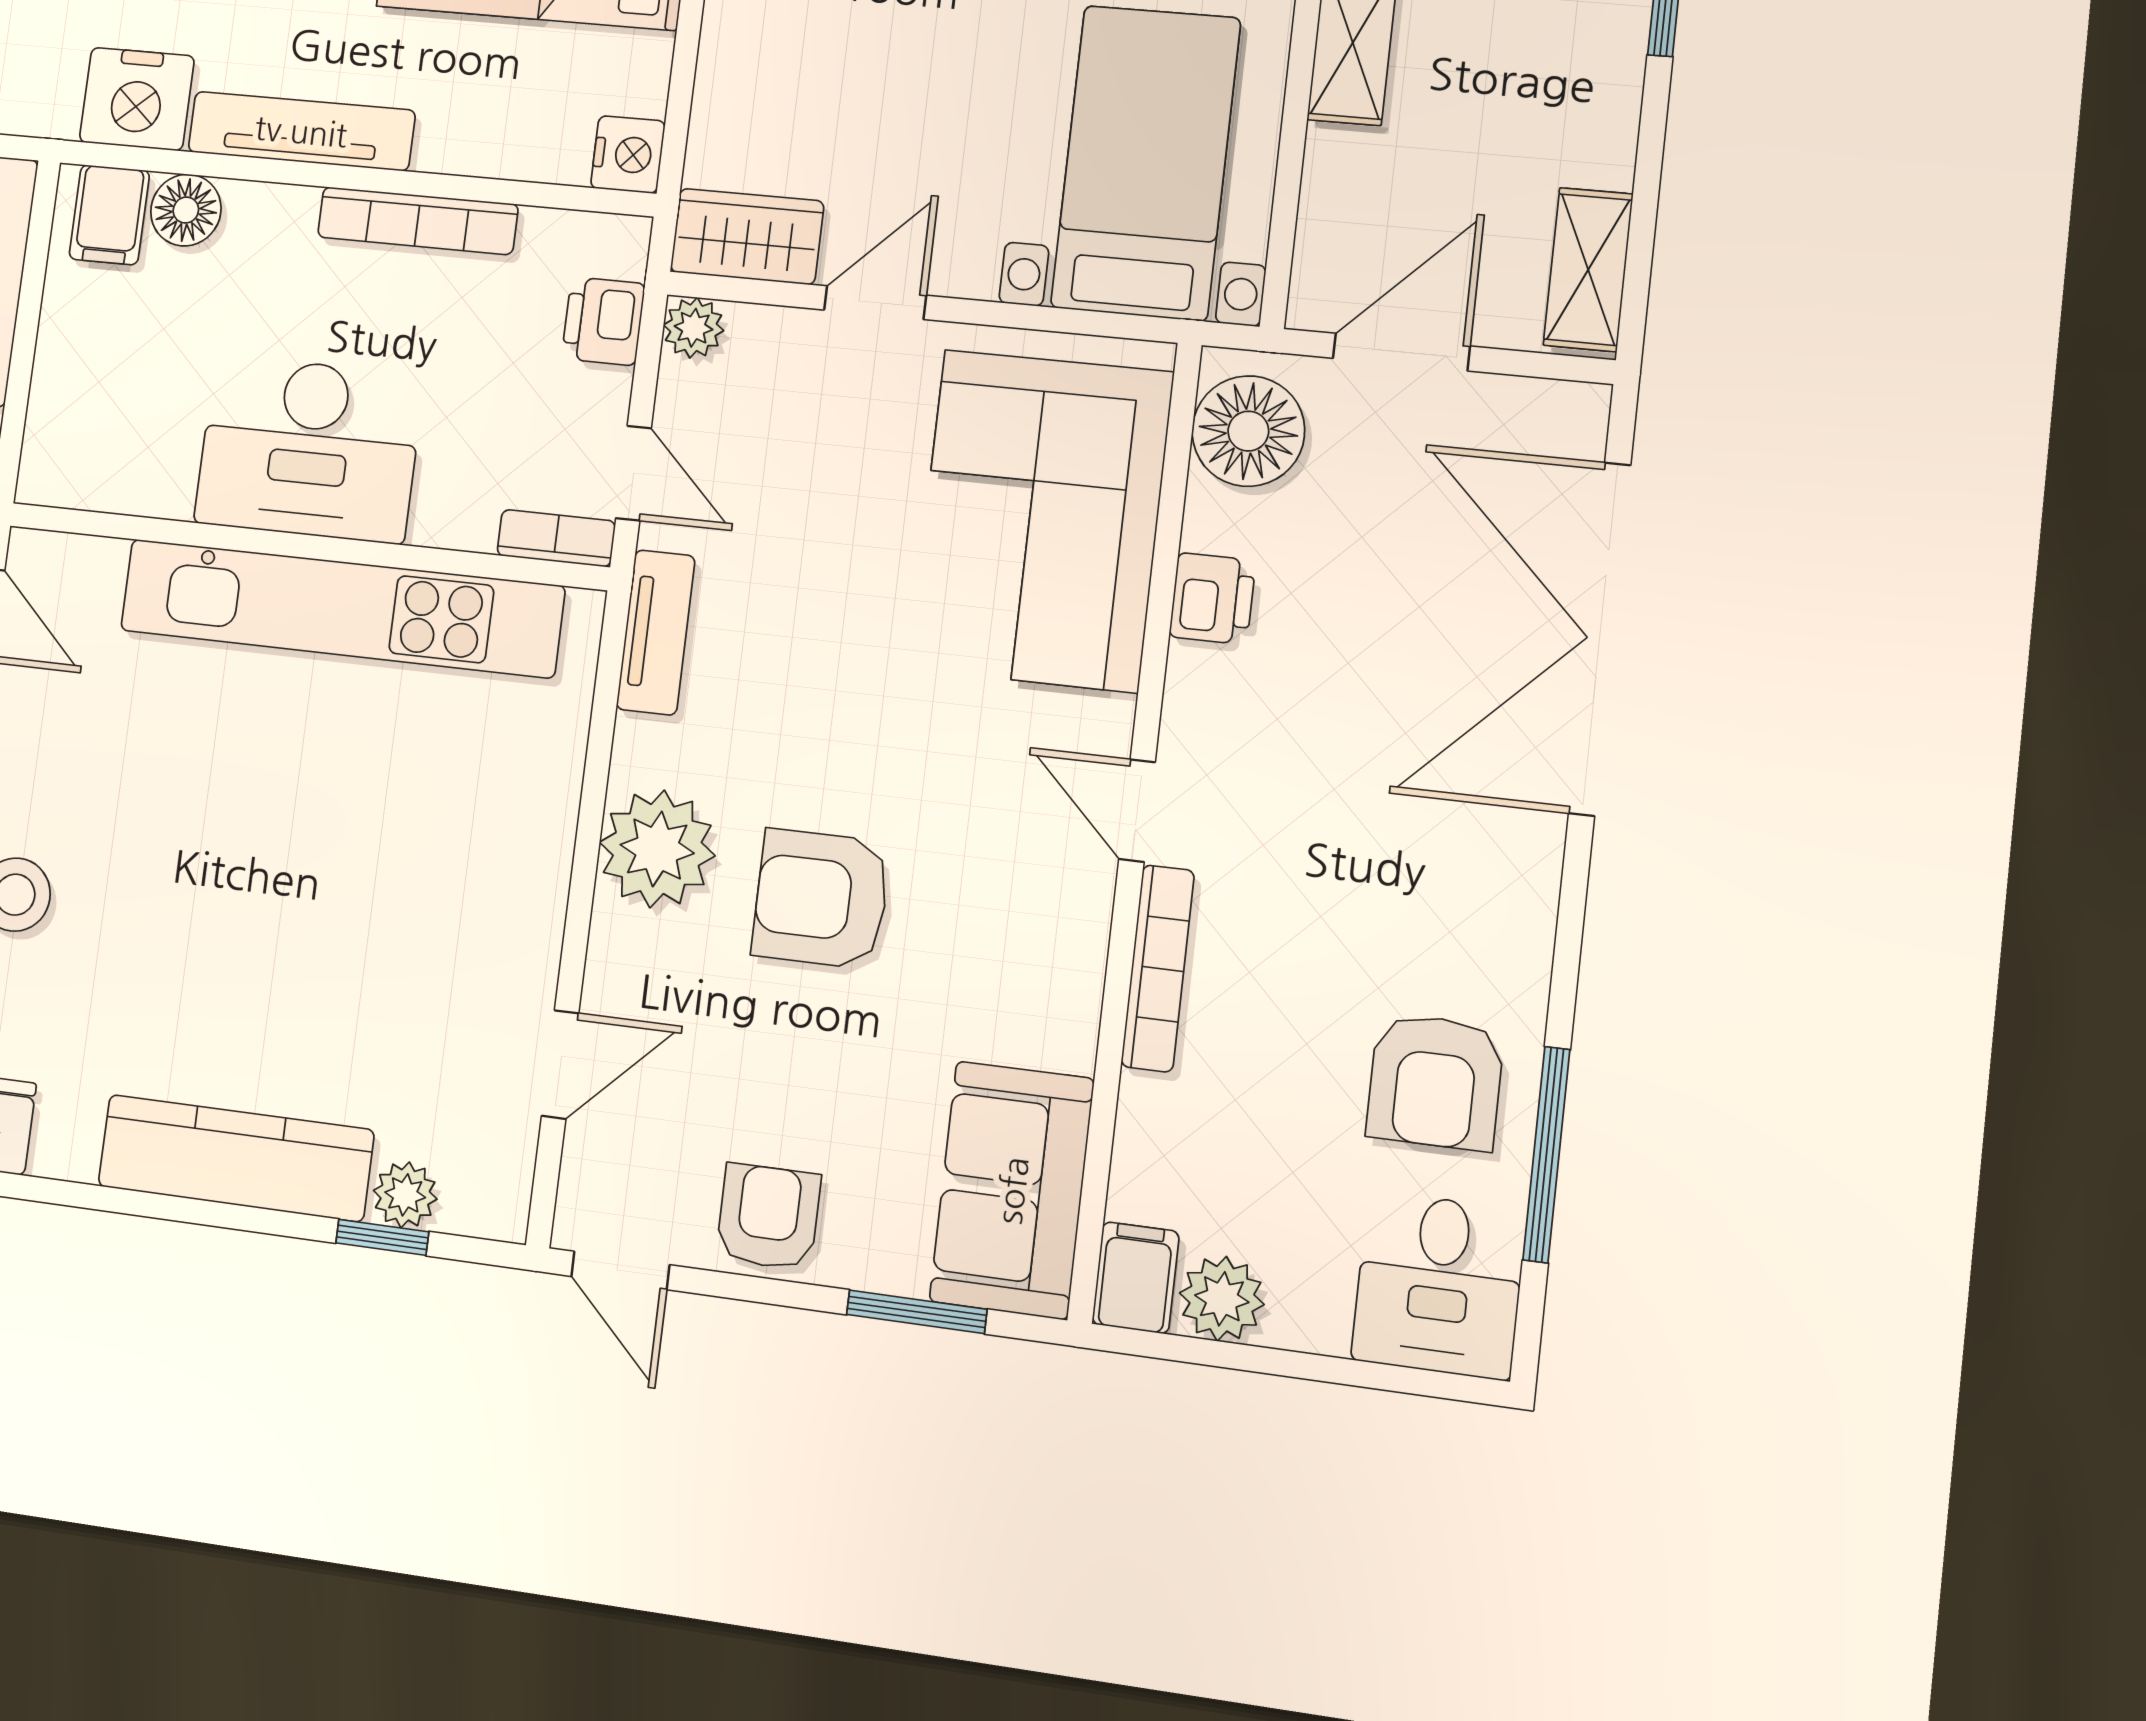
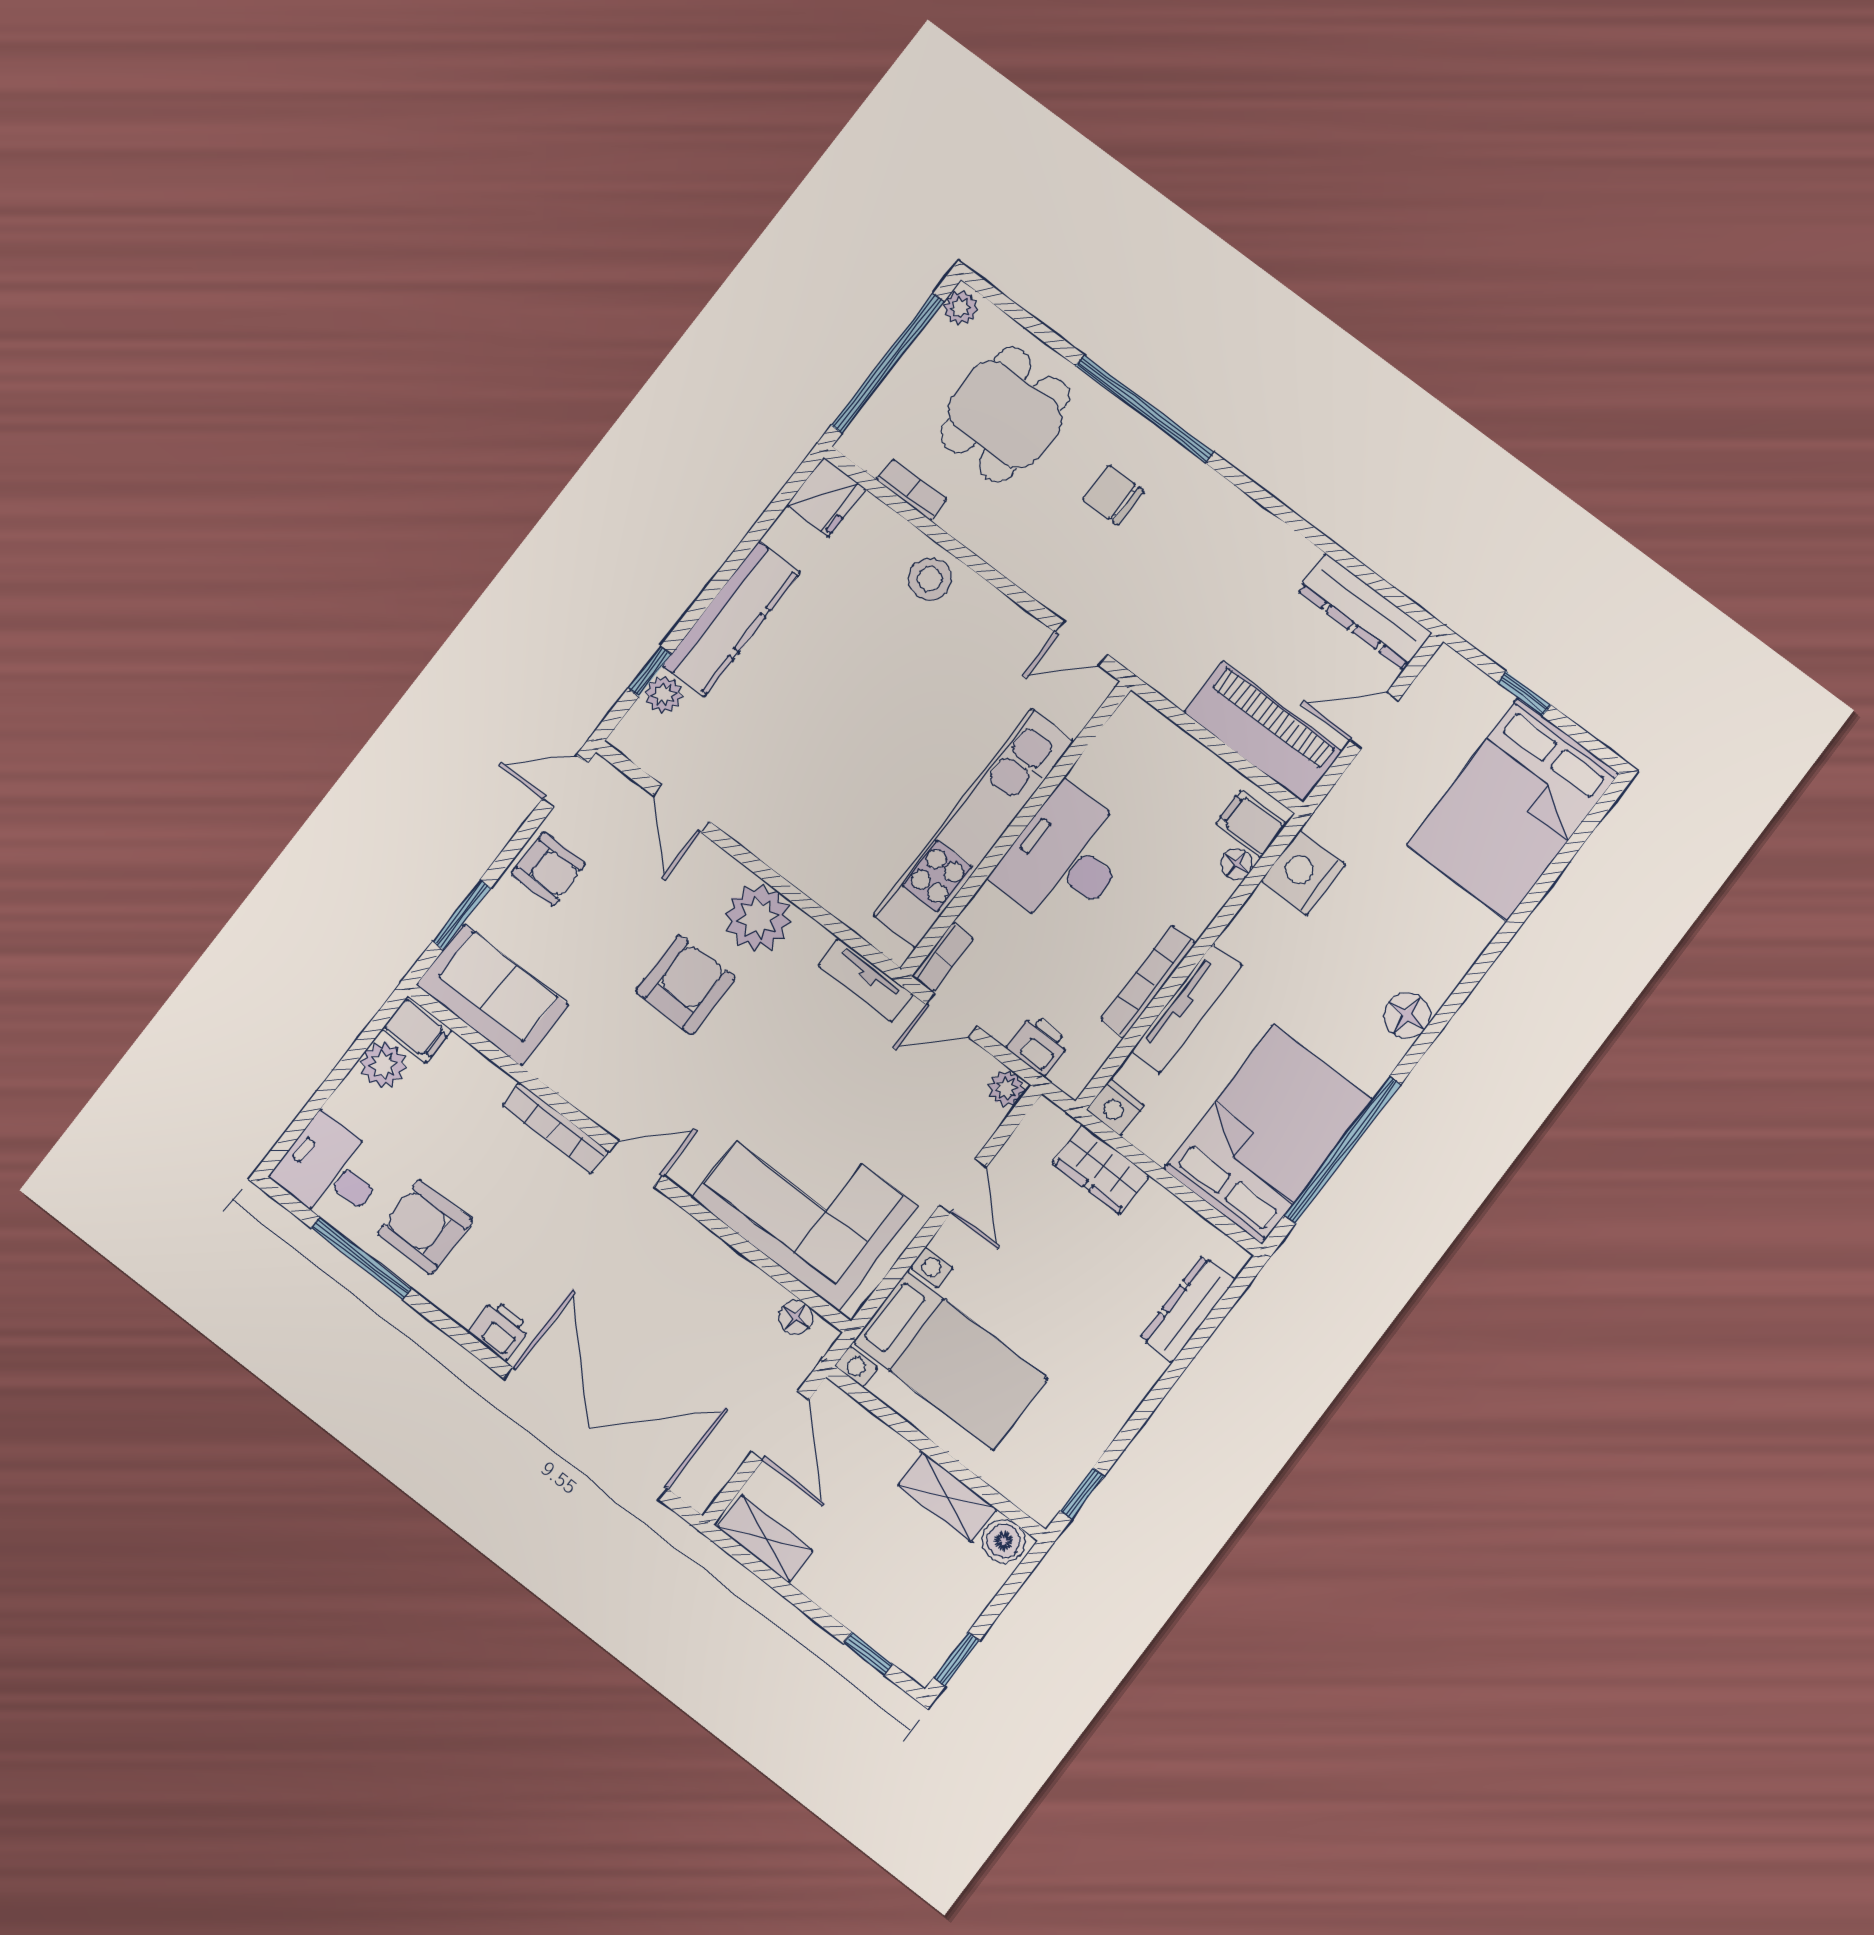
tv unit: (301, 131) -> (1187, 1008), moved
floor lamp: (186, 210) -> (1237, 864), width x0.73, depth x0.73
wardrobe: (747, 237) -> (1101, 1169), moved, turned 90
floor lamp: (1248, 431) -> (796, 1317), width x0.53, depth x0.53
printer: (1212, 599) -> (499, 1330), moved, turned 180

